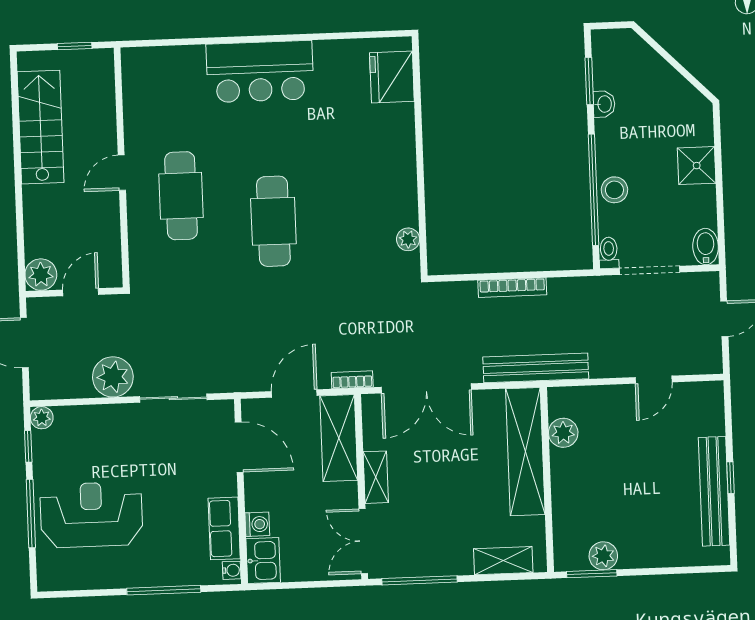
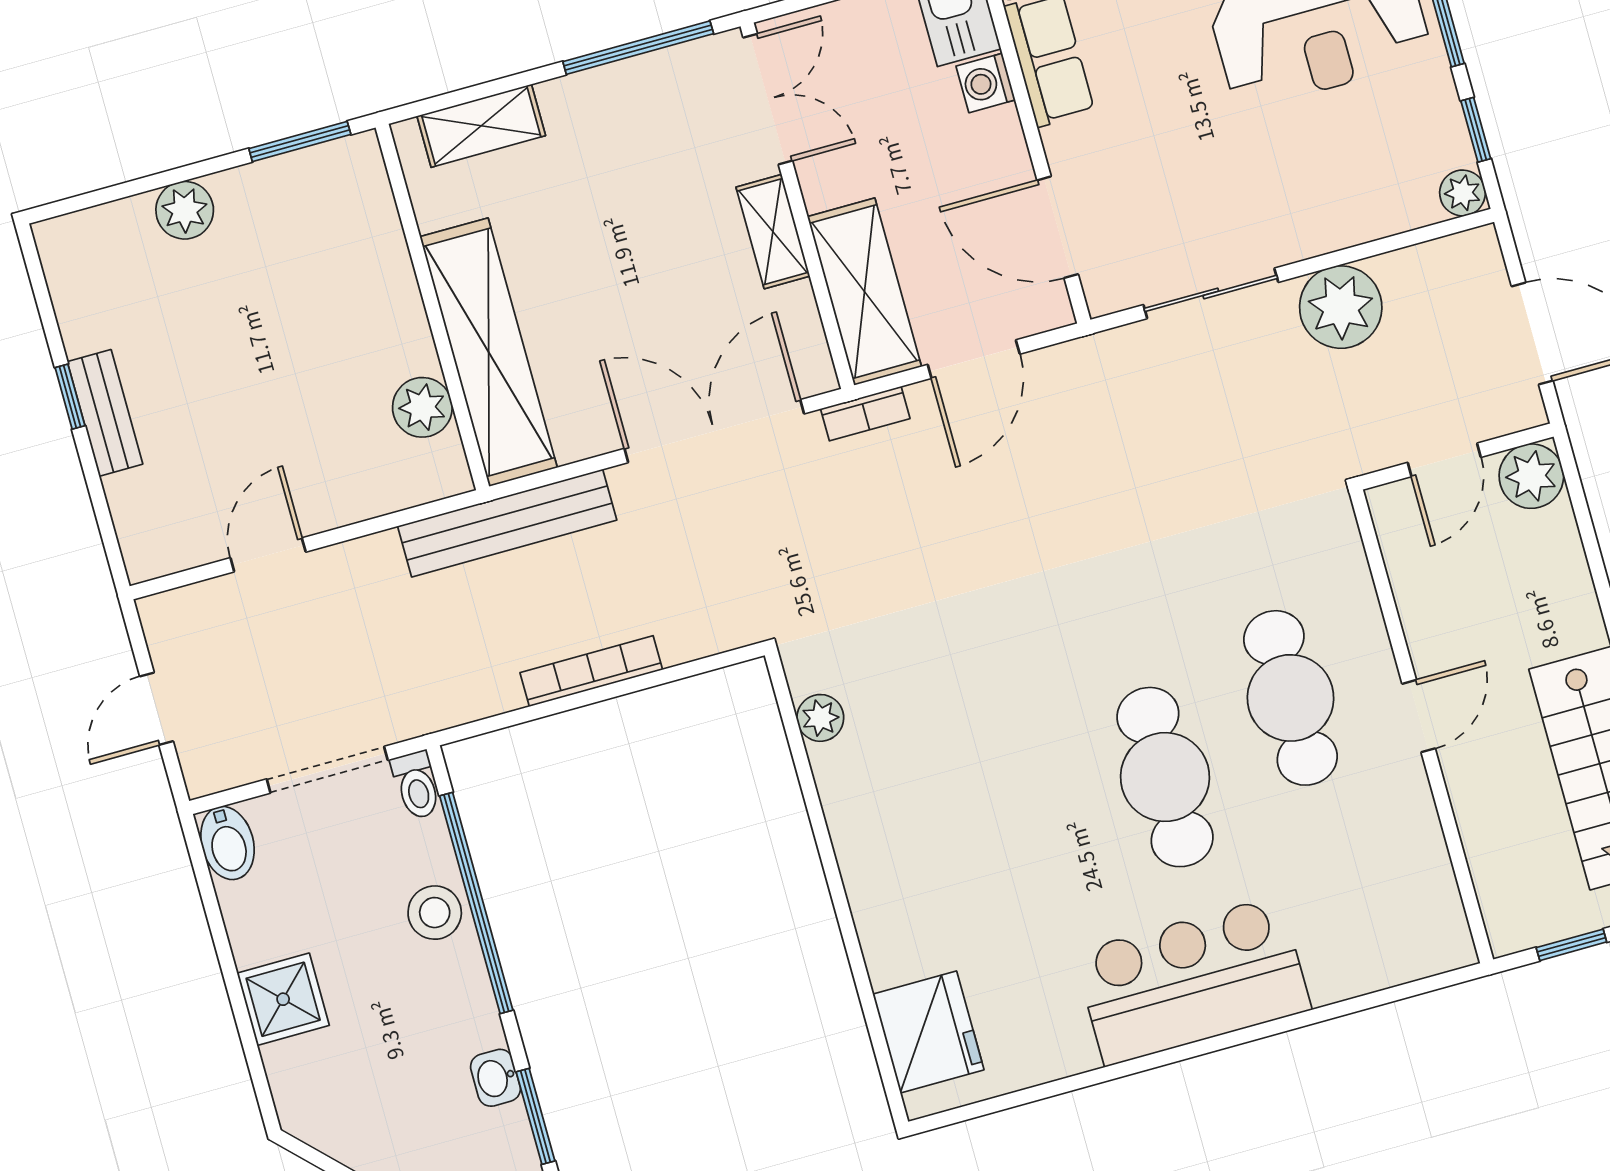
cafe table: (273, 221) -> (1165, 777), moved
bench: (714, 491) -> (105, 413), width x0.54, depth x0.82
plant: (603, 556) -> (185, 210), moved

